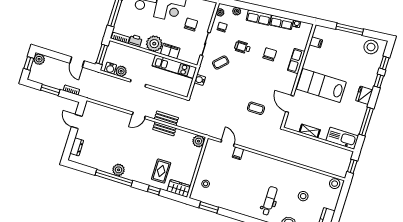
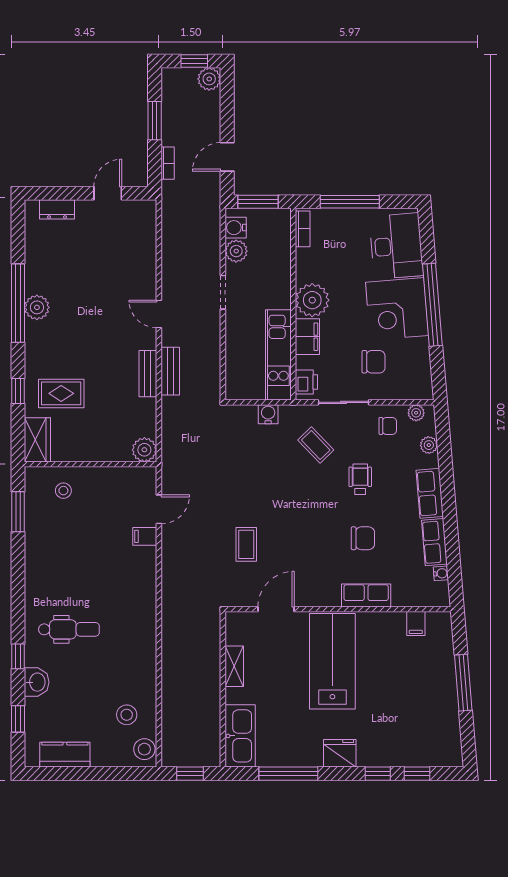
printer: (135, 41) -> (306, 382), moved
stool: (371, 47) -> (441, 737), removed
stool: (303, 196) -> (127, 715), moved

